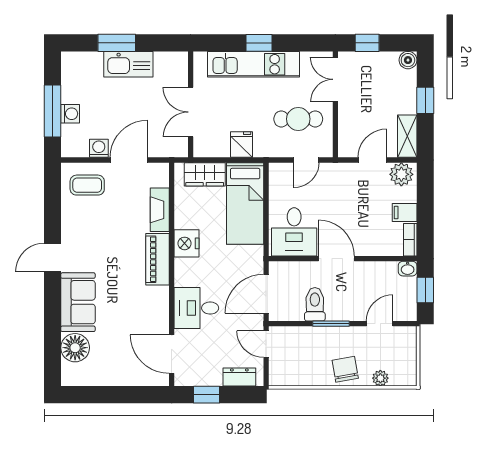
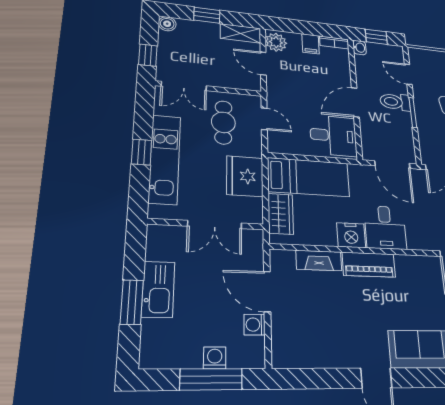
fridge: (241, 145) -> (245, 176), width x1.88, depth x1.34
coffee table: (87, 185) -> (296, 338), removed
toilet: (315, 304) -> (395, 102), moved
desk: (196, 308) -> (385, 227), moved

